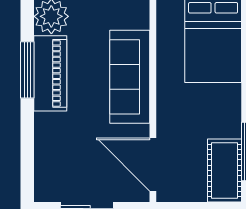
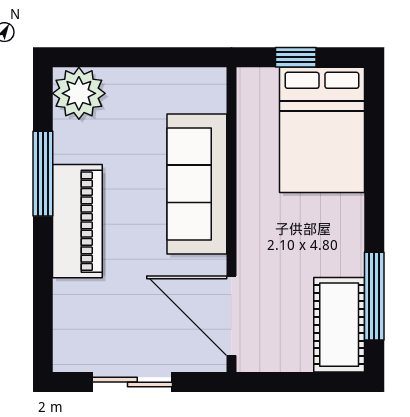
piano: (50, 73) -> (77, 221), moved

